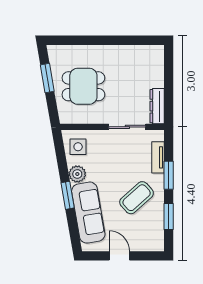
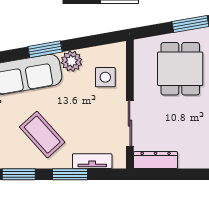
side table: (78, 147) -> (105, 77), moved

